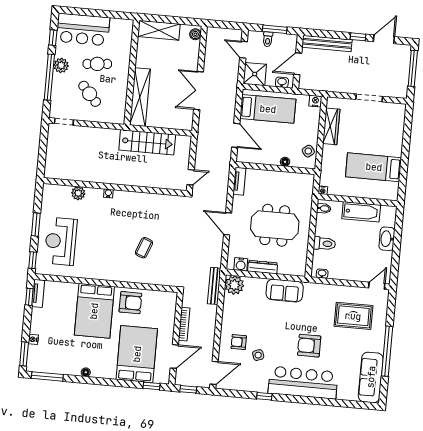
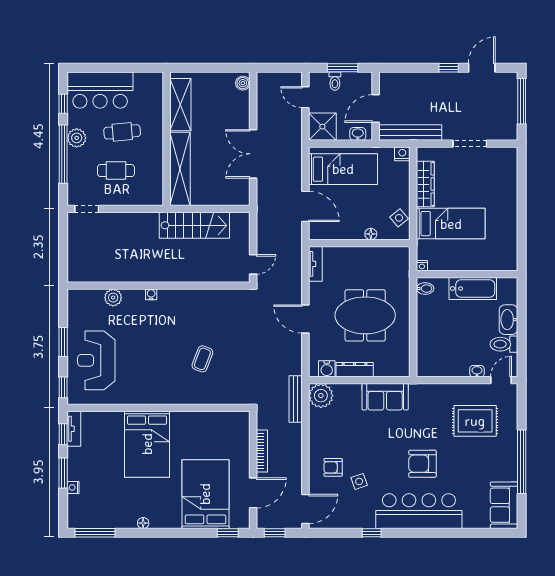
shelving: (159, 30) -> (180, 105), moved, turned 90
bench: (327, 43) -> (410, 133), moved
cafe table: (90, 94) -> (116, 171), turned -48
bed: (374, 167) -> (451, 224), moved, turned 180
toilet: (324, 244) -> (504, 344), moved, turned 180
washbasin: (322, 274) -> (477, 371), moved
armchair: (130, 303) -> (192, 430), removed
window: (24, 354) -> (63, 473), moved
sofa: (371, 377) -> (504, 505), width x0.73

